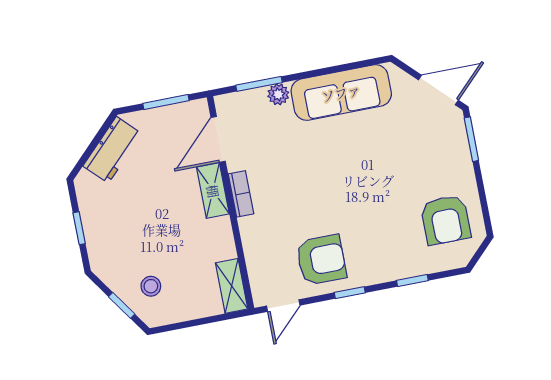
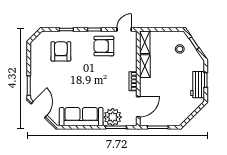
door: (438, 90) -> (39, 110), swing flipped
plant: (278, 94) -> (113, 117), width x1.88, depth x1.88
workbench: (112, 150) -> (198, 85), moved, turned -45
shelving: (213, 191) -> (145, 66), moved
armchair: (446, 220) -> (61, 51), moved

